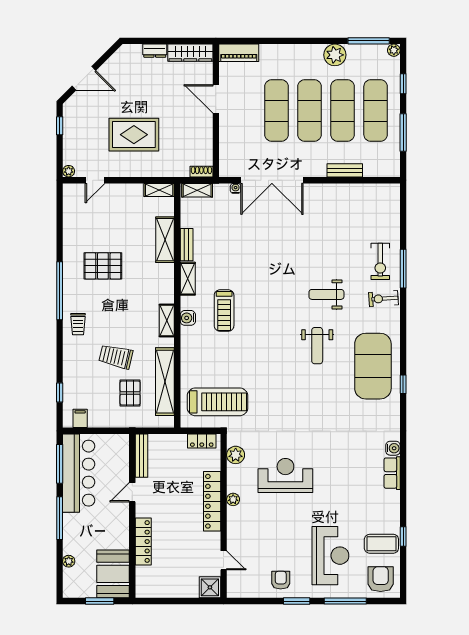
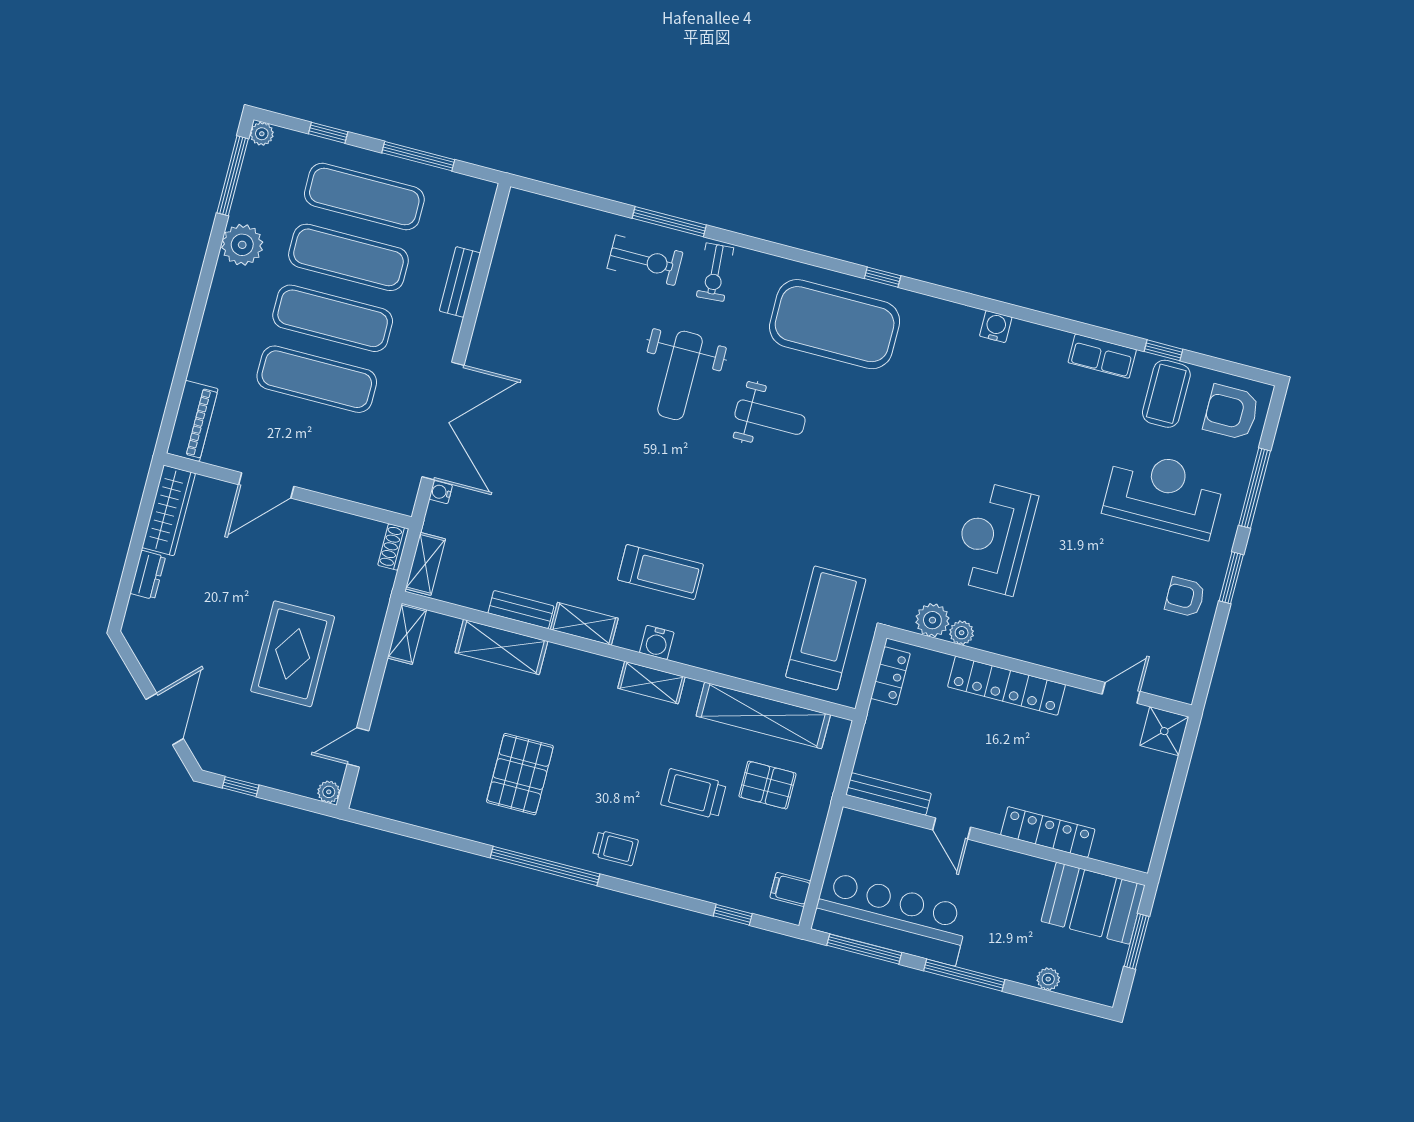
door: (95, 180) -> (358, 747), swing flipped
weight bench: (326, 294) -> (680, 375), width x1.36, depth x1.33
trolley: (116, 357) -> (693, 794), turned 77
row of seats: (392, 473) -> (1102, 356), moved
plant: (233, 499) -> (962, 633), moved

